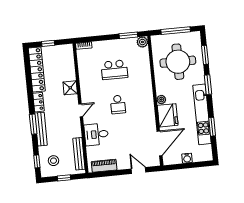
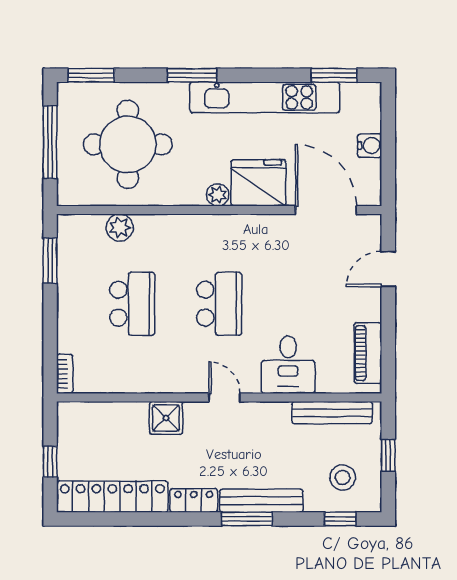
plant: (142, 42) -> (120, 227), moved
window: (205, 55) -> (91, 75), moved
school desk: (118, 104) -> (219, 304), width x1.85
window: (212, 127) -> (334, 75), moved

